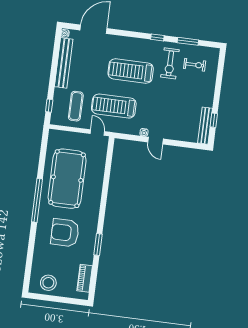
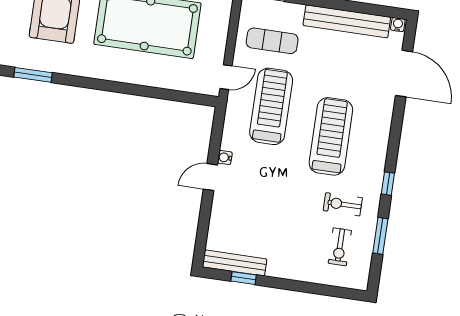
exercise bike: (170, 63) -> (343, 204), width x0.73, depth x0.72

